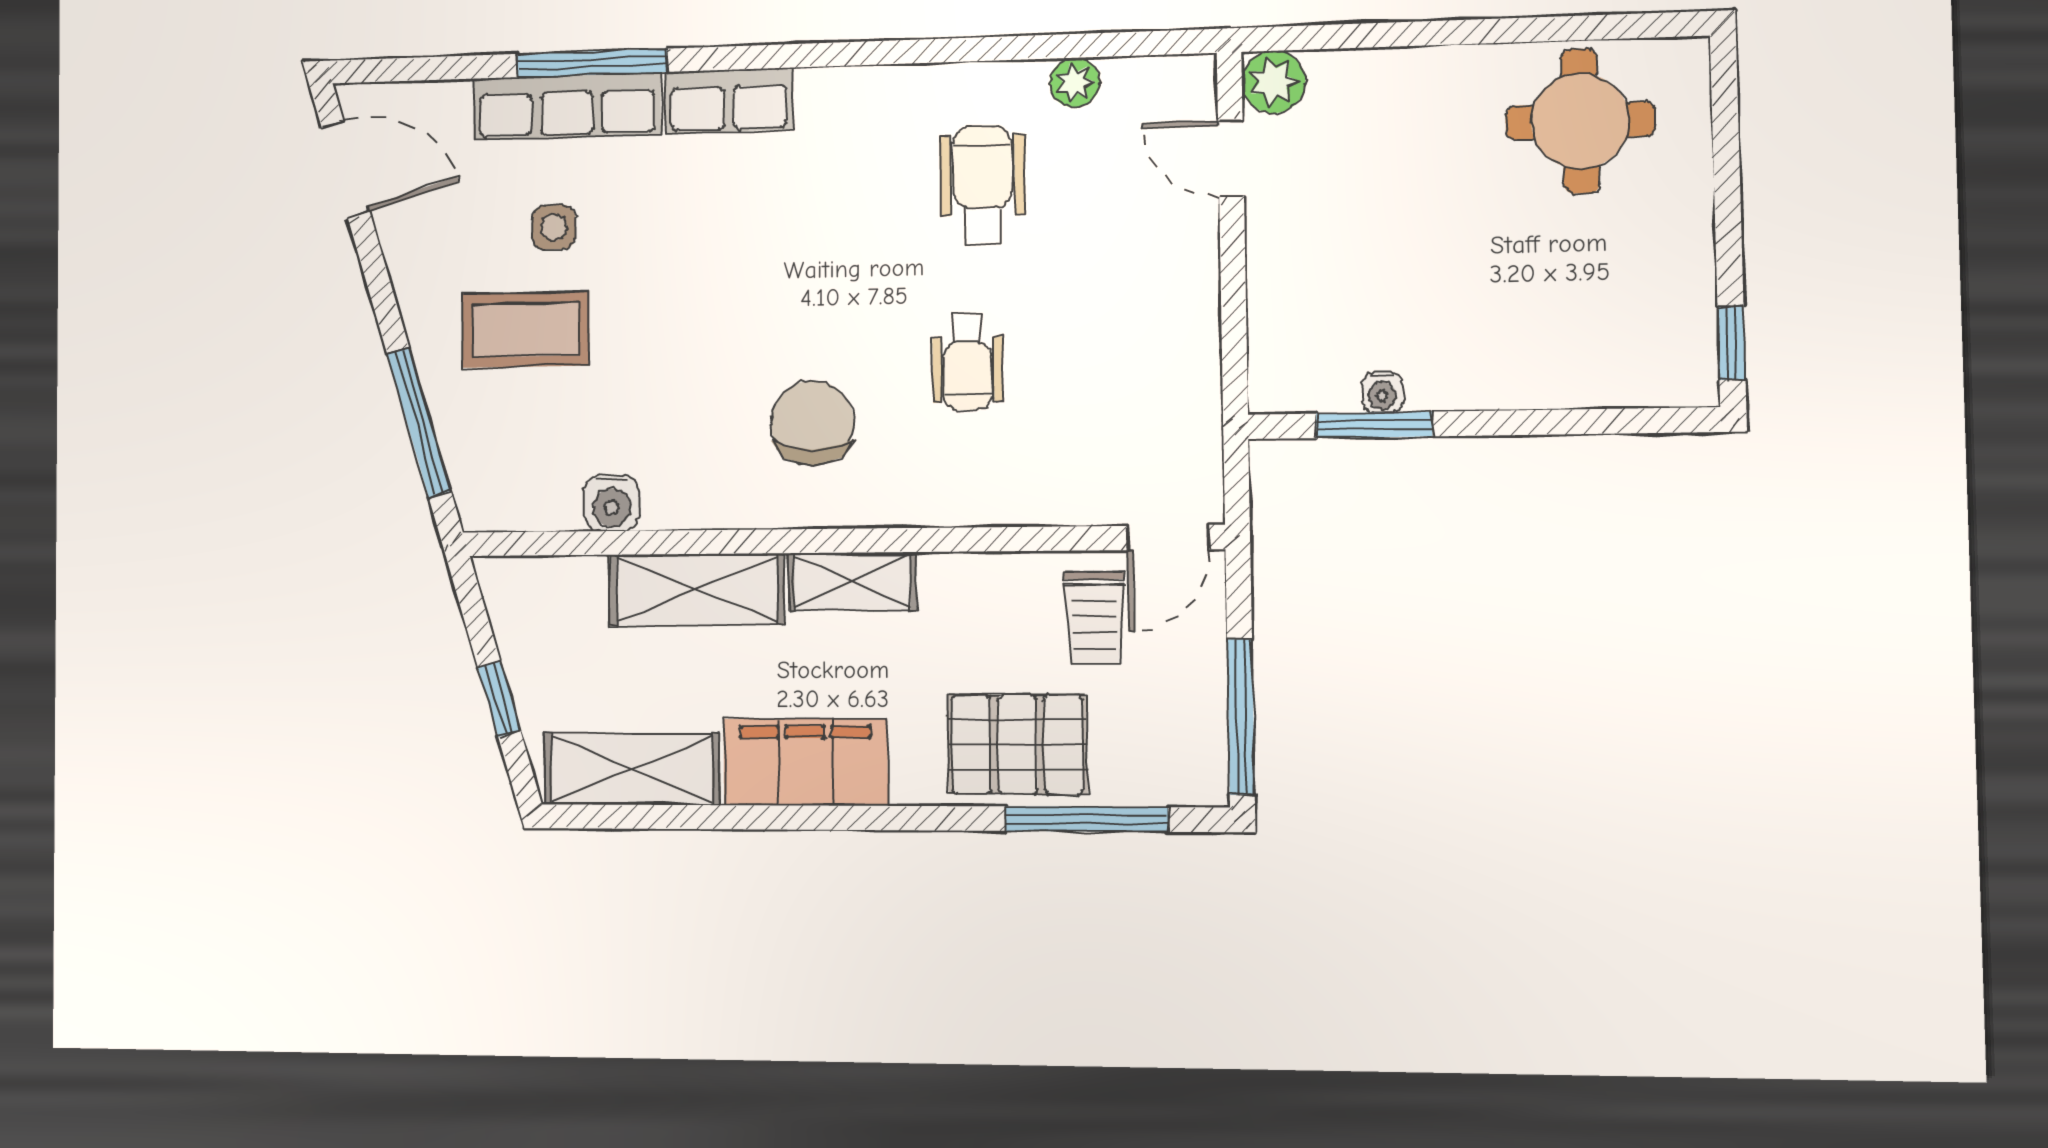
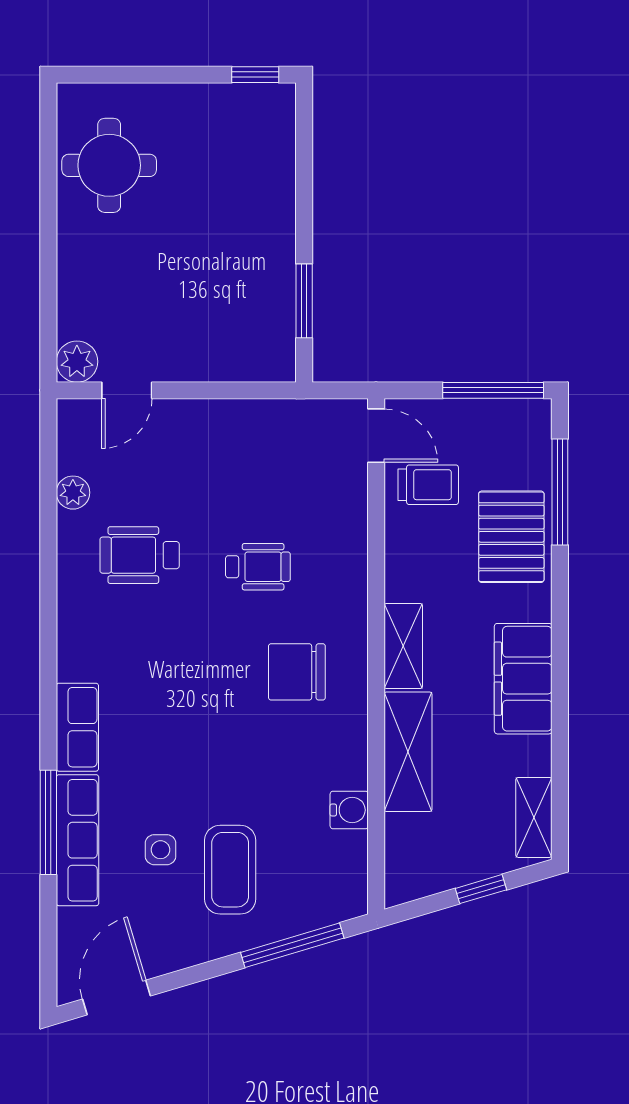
water cooler: (1382, 393) -> (283, 295), removed
shelving: (631, 769) -> (534, 817), width x0.67, depth x0.75

